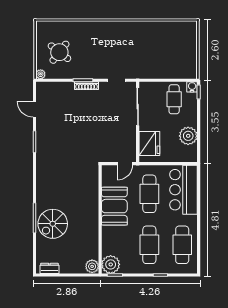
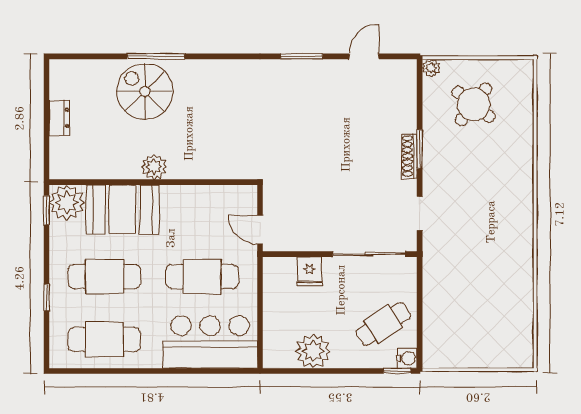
cafe table: (174, 99) -> (383, 324), turned -33
fridge: (149, 143) -> (310, 271), width x0.53, depth x0.75
booth: (114, 206) -> (123, 209), moved
plant: (92, 266) -> (154, 167), moved
dresser: (49, 268) -> (59, 118), moved

